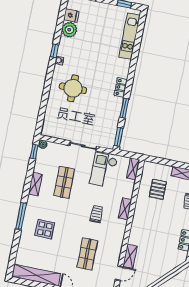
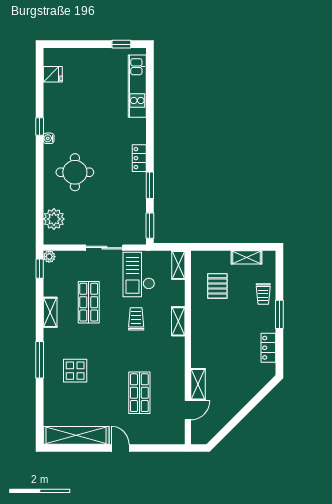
plant: (69, 30) -> (54, 219), moved
trolley: (97, 214) -> (136, 319), moved

